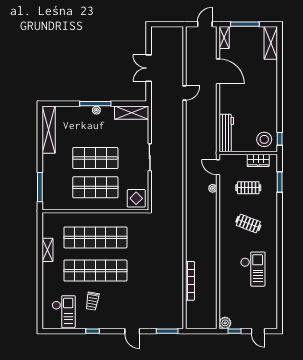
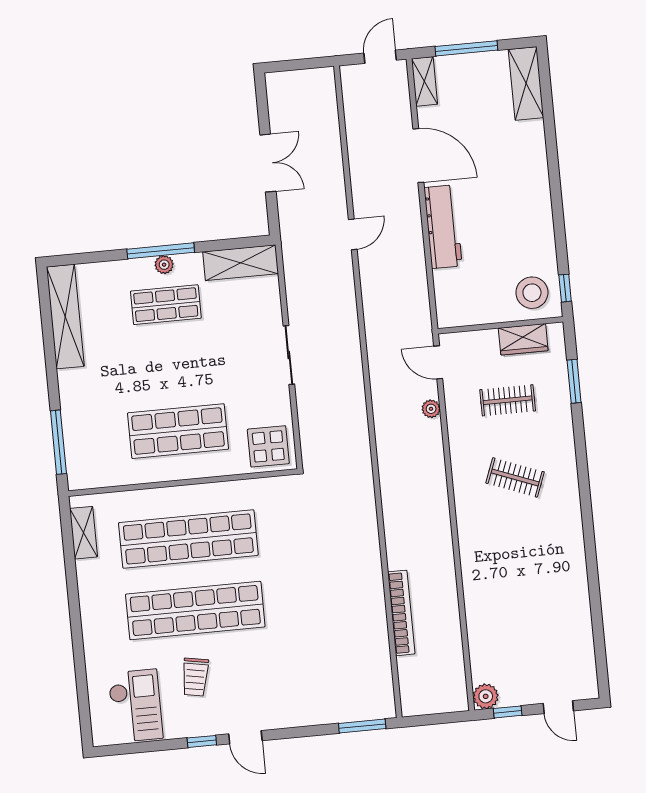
double door: (149, 68) -> (268, 163), swing flipped
door: (184, 93) -> (353, 234), moved
workbench: (226, 133) -> (443, 227), moved
shop shelf: (95, 158) -> (166, 305), moved, width x0.70, depth x0.74
shelving: (47, 250) -> (84, 533), moved
checkout: (253, 269) -> (534, 575), removed
door: (132, 331) -> (245, 737), moved

